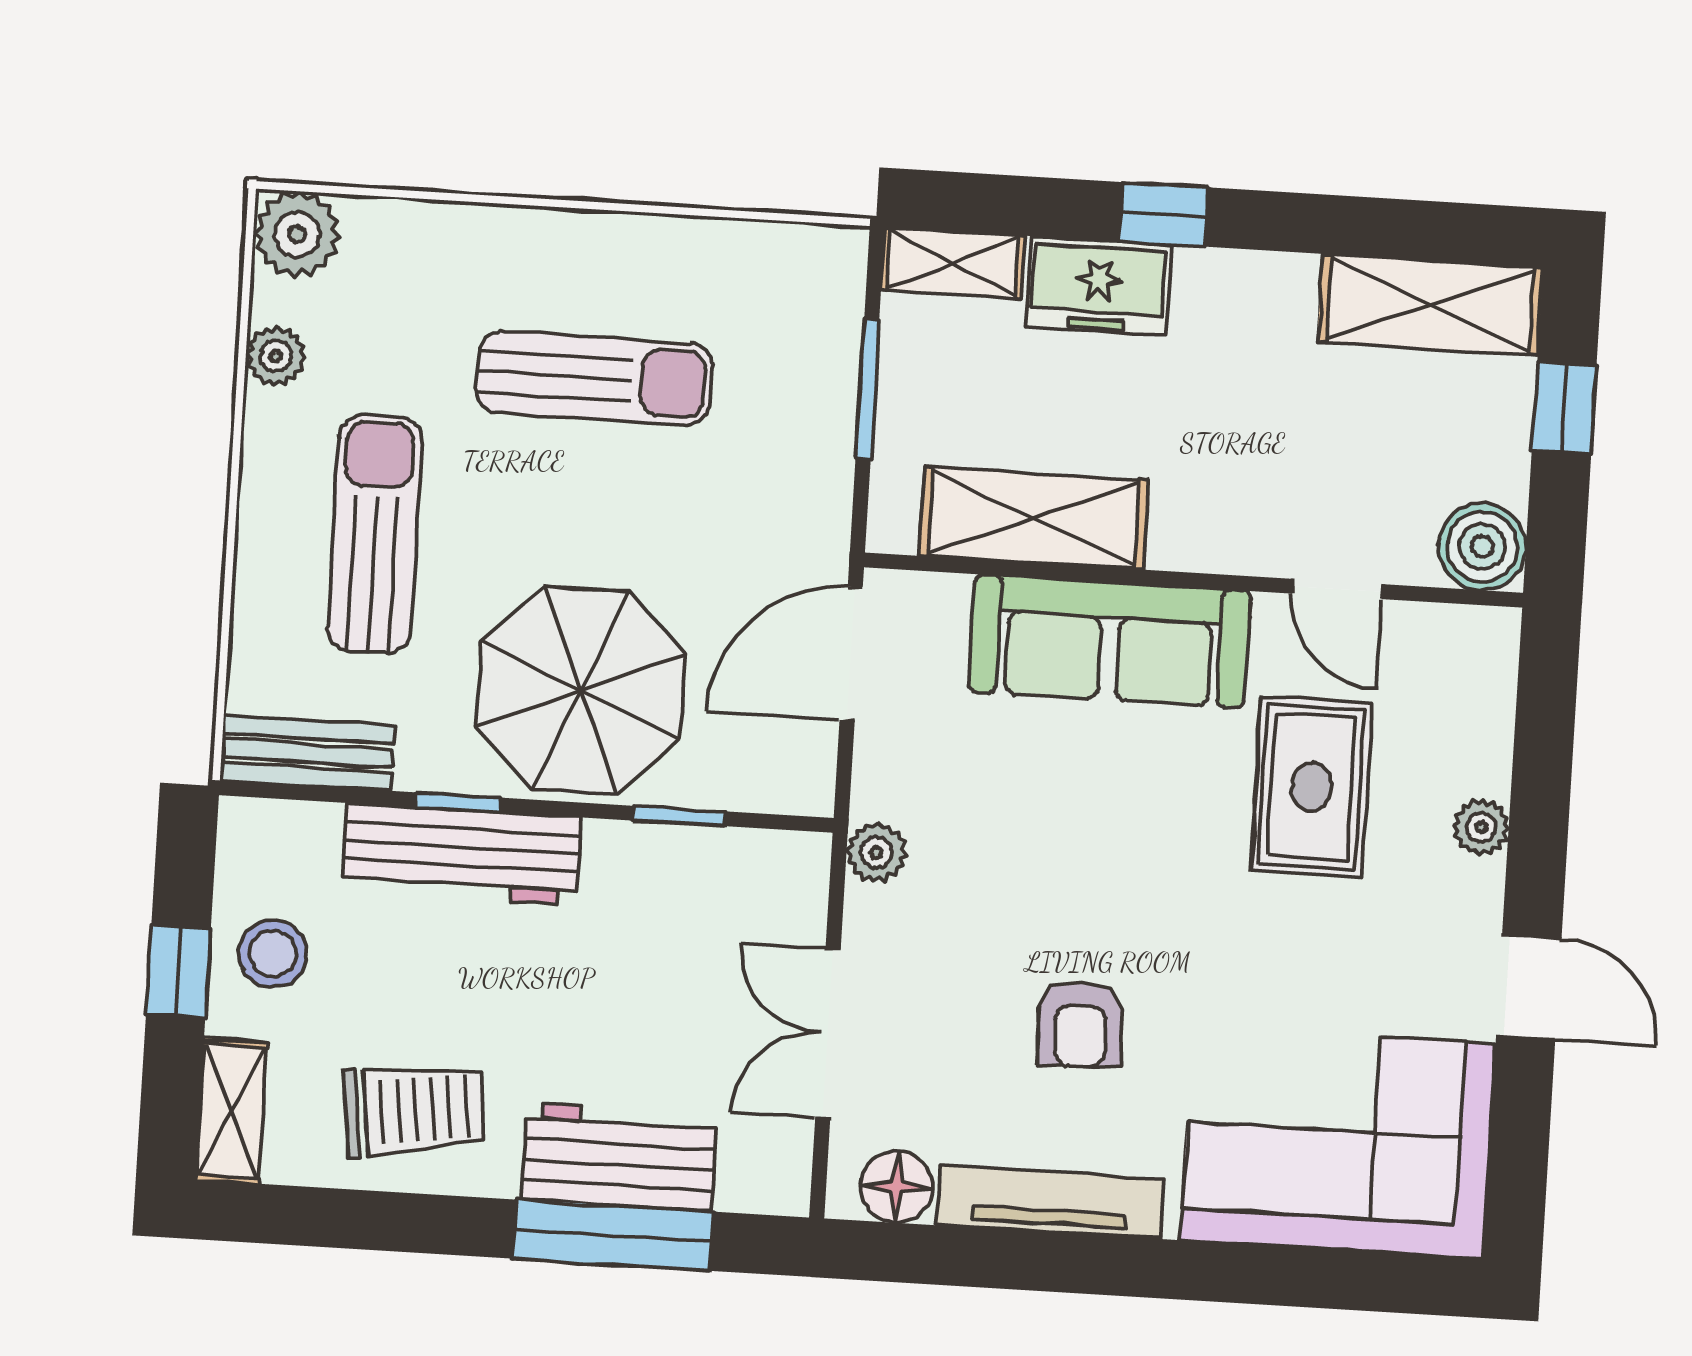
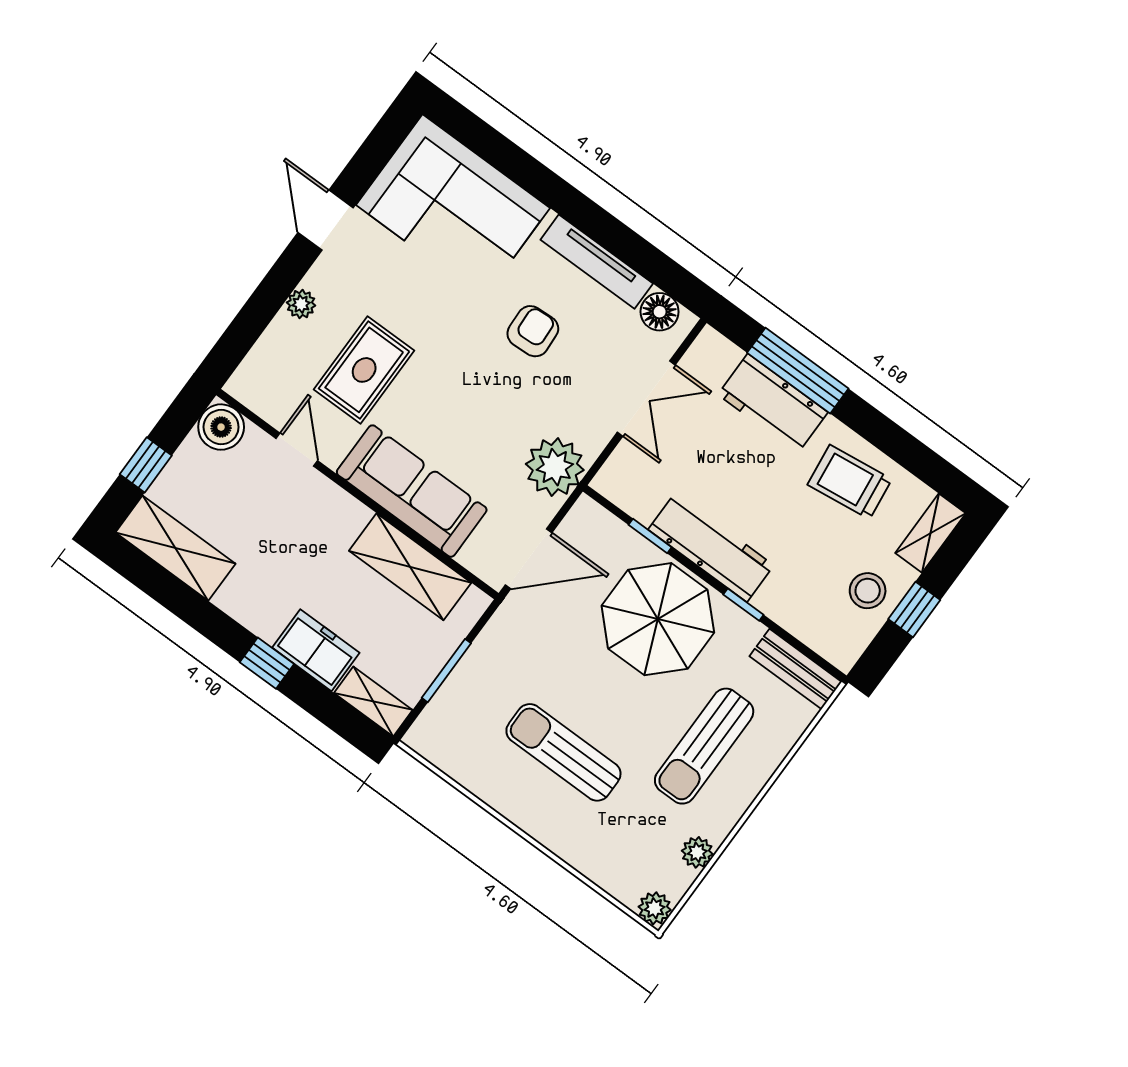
plant: (297, 234) -> (655, 908), width x0.73, depth x0.73
plant: (876, 853) -> (555, 467), width x1.88, depth x1.88
workbench: (461, 854) -> (711, 547), moved

